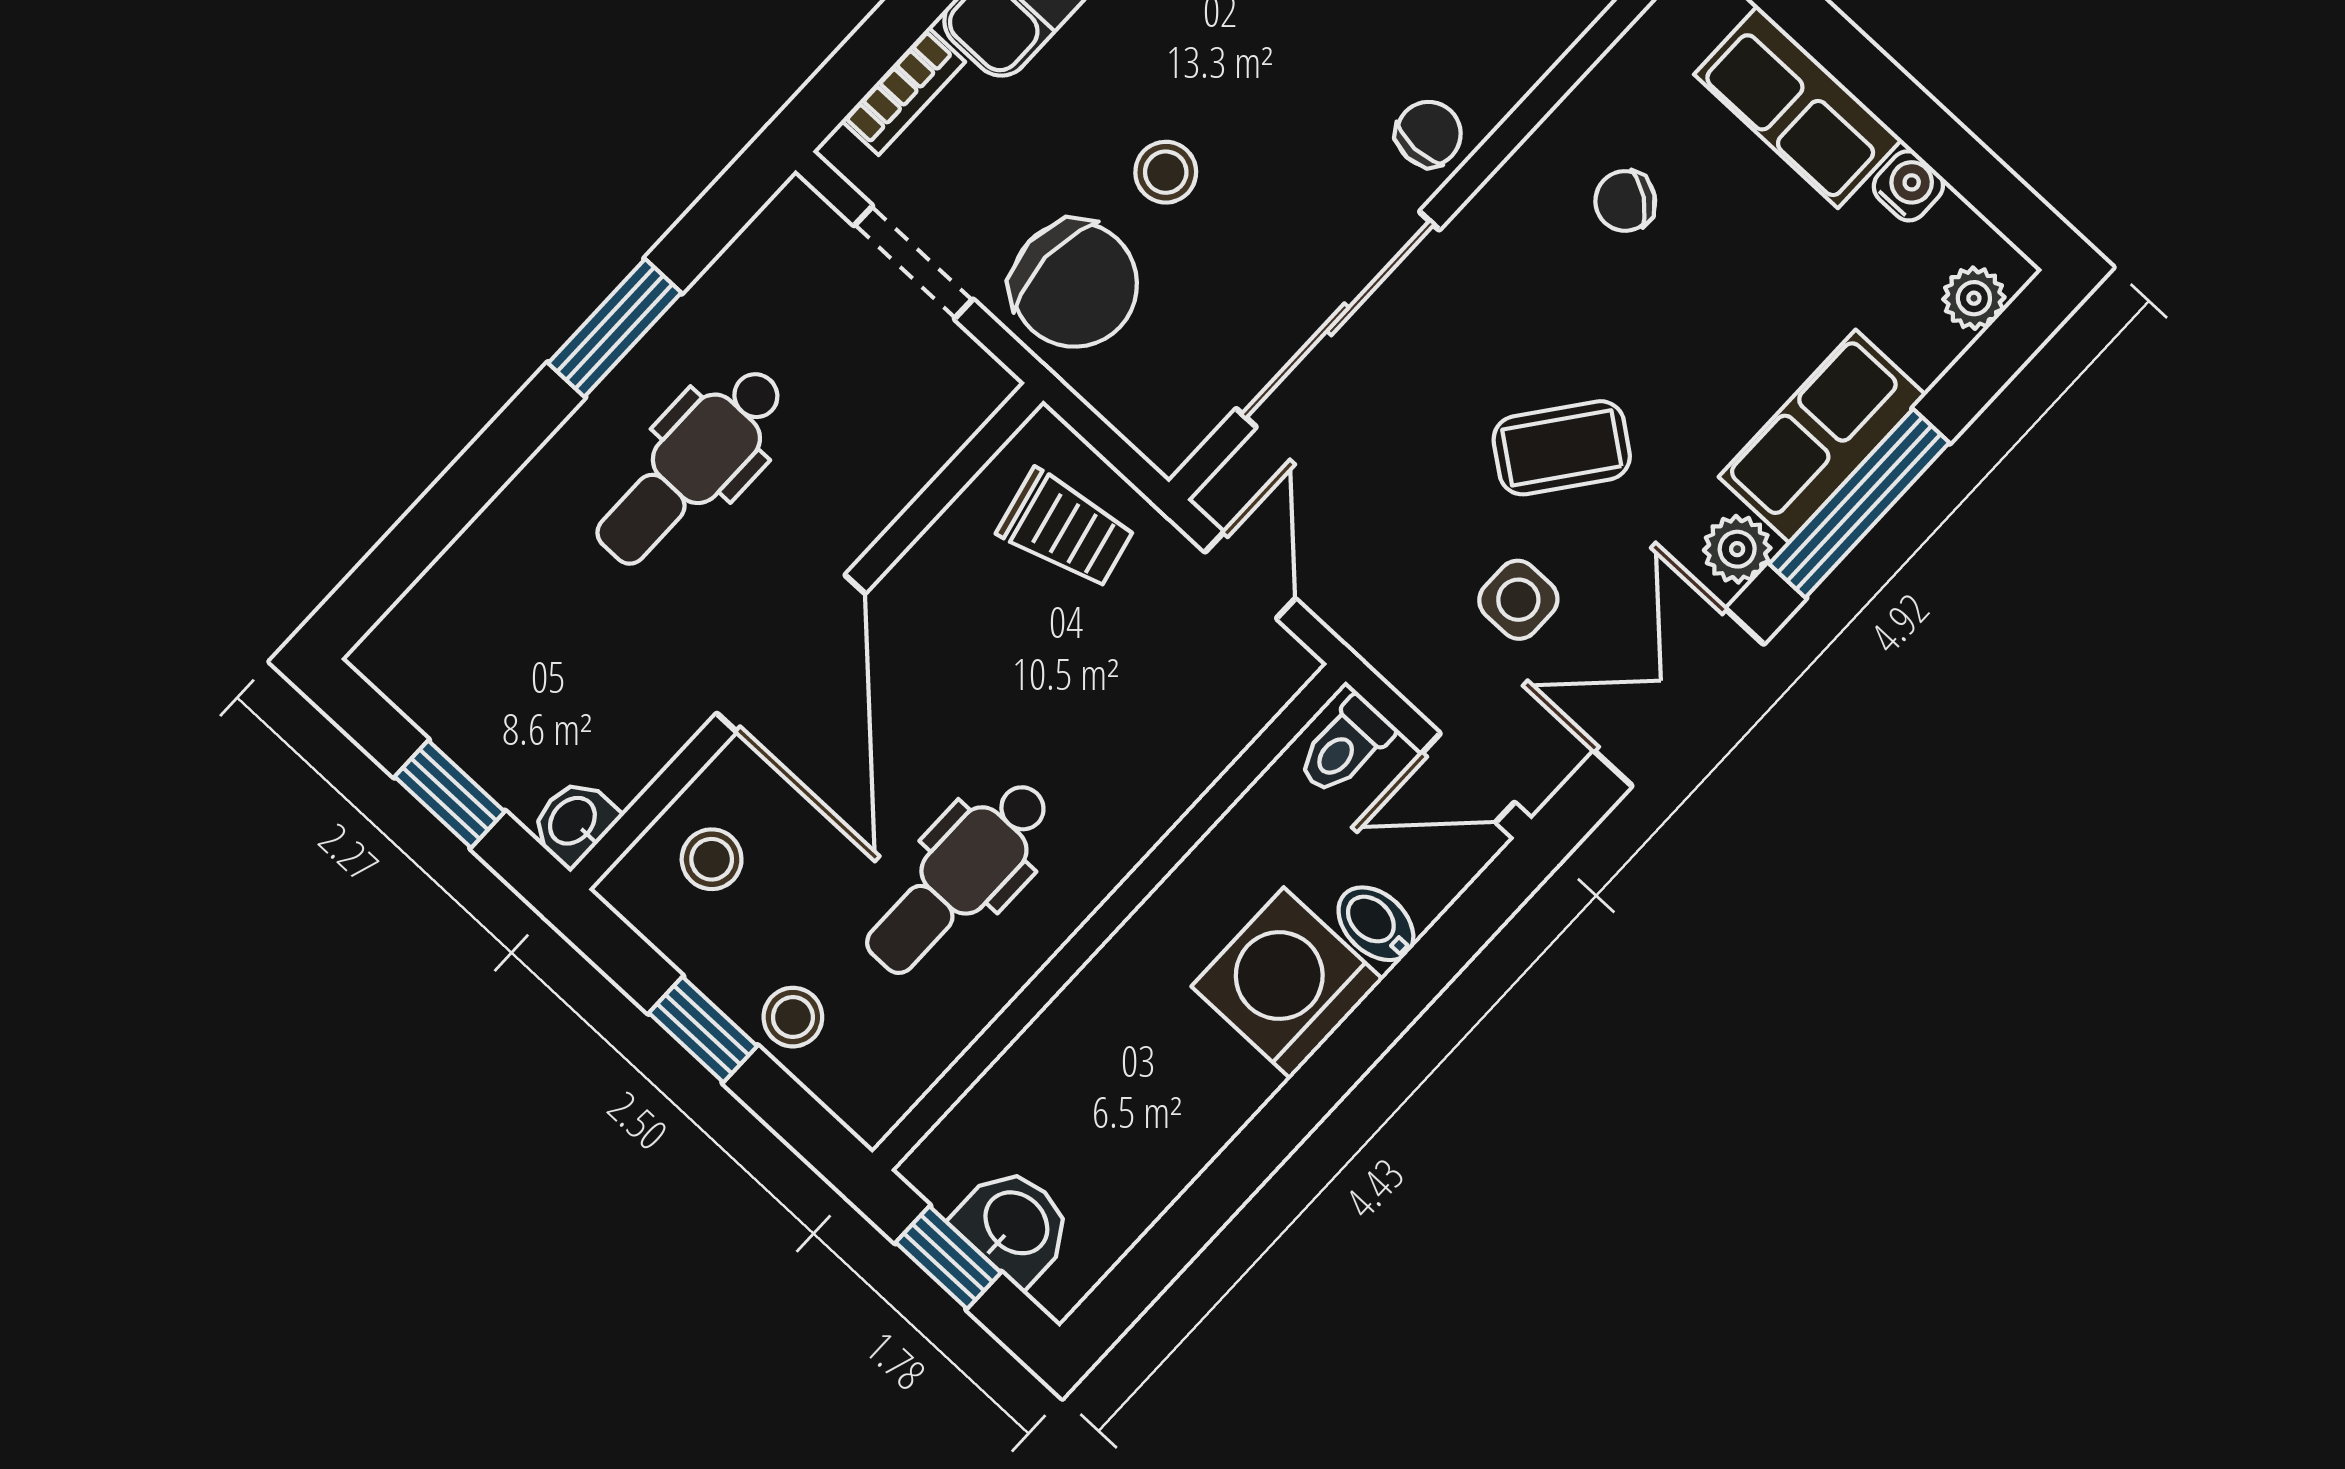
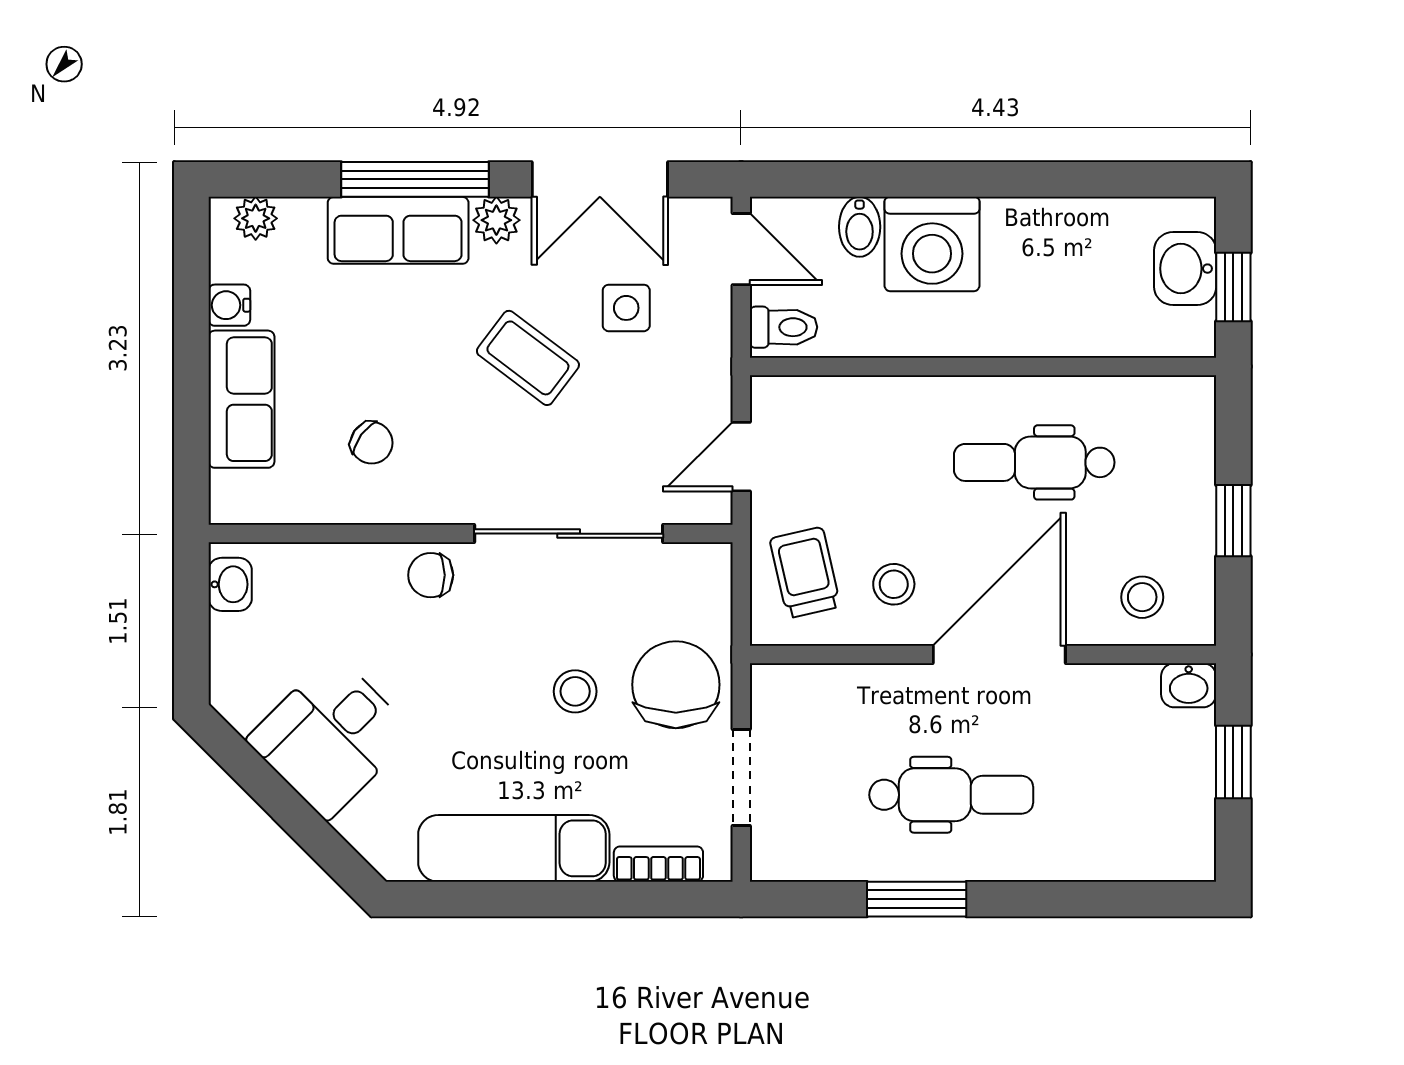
dental chair: (958, 877) -> (1034, 462), turned 180
stool: (793, 1017) -> (894, 584), moved

